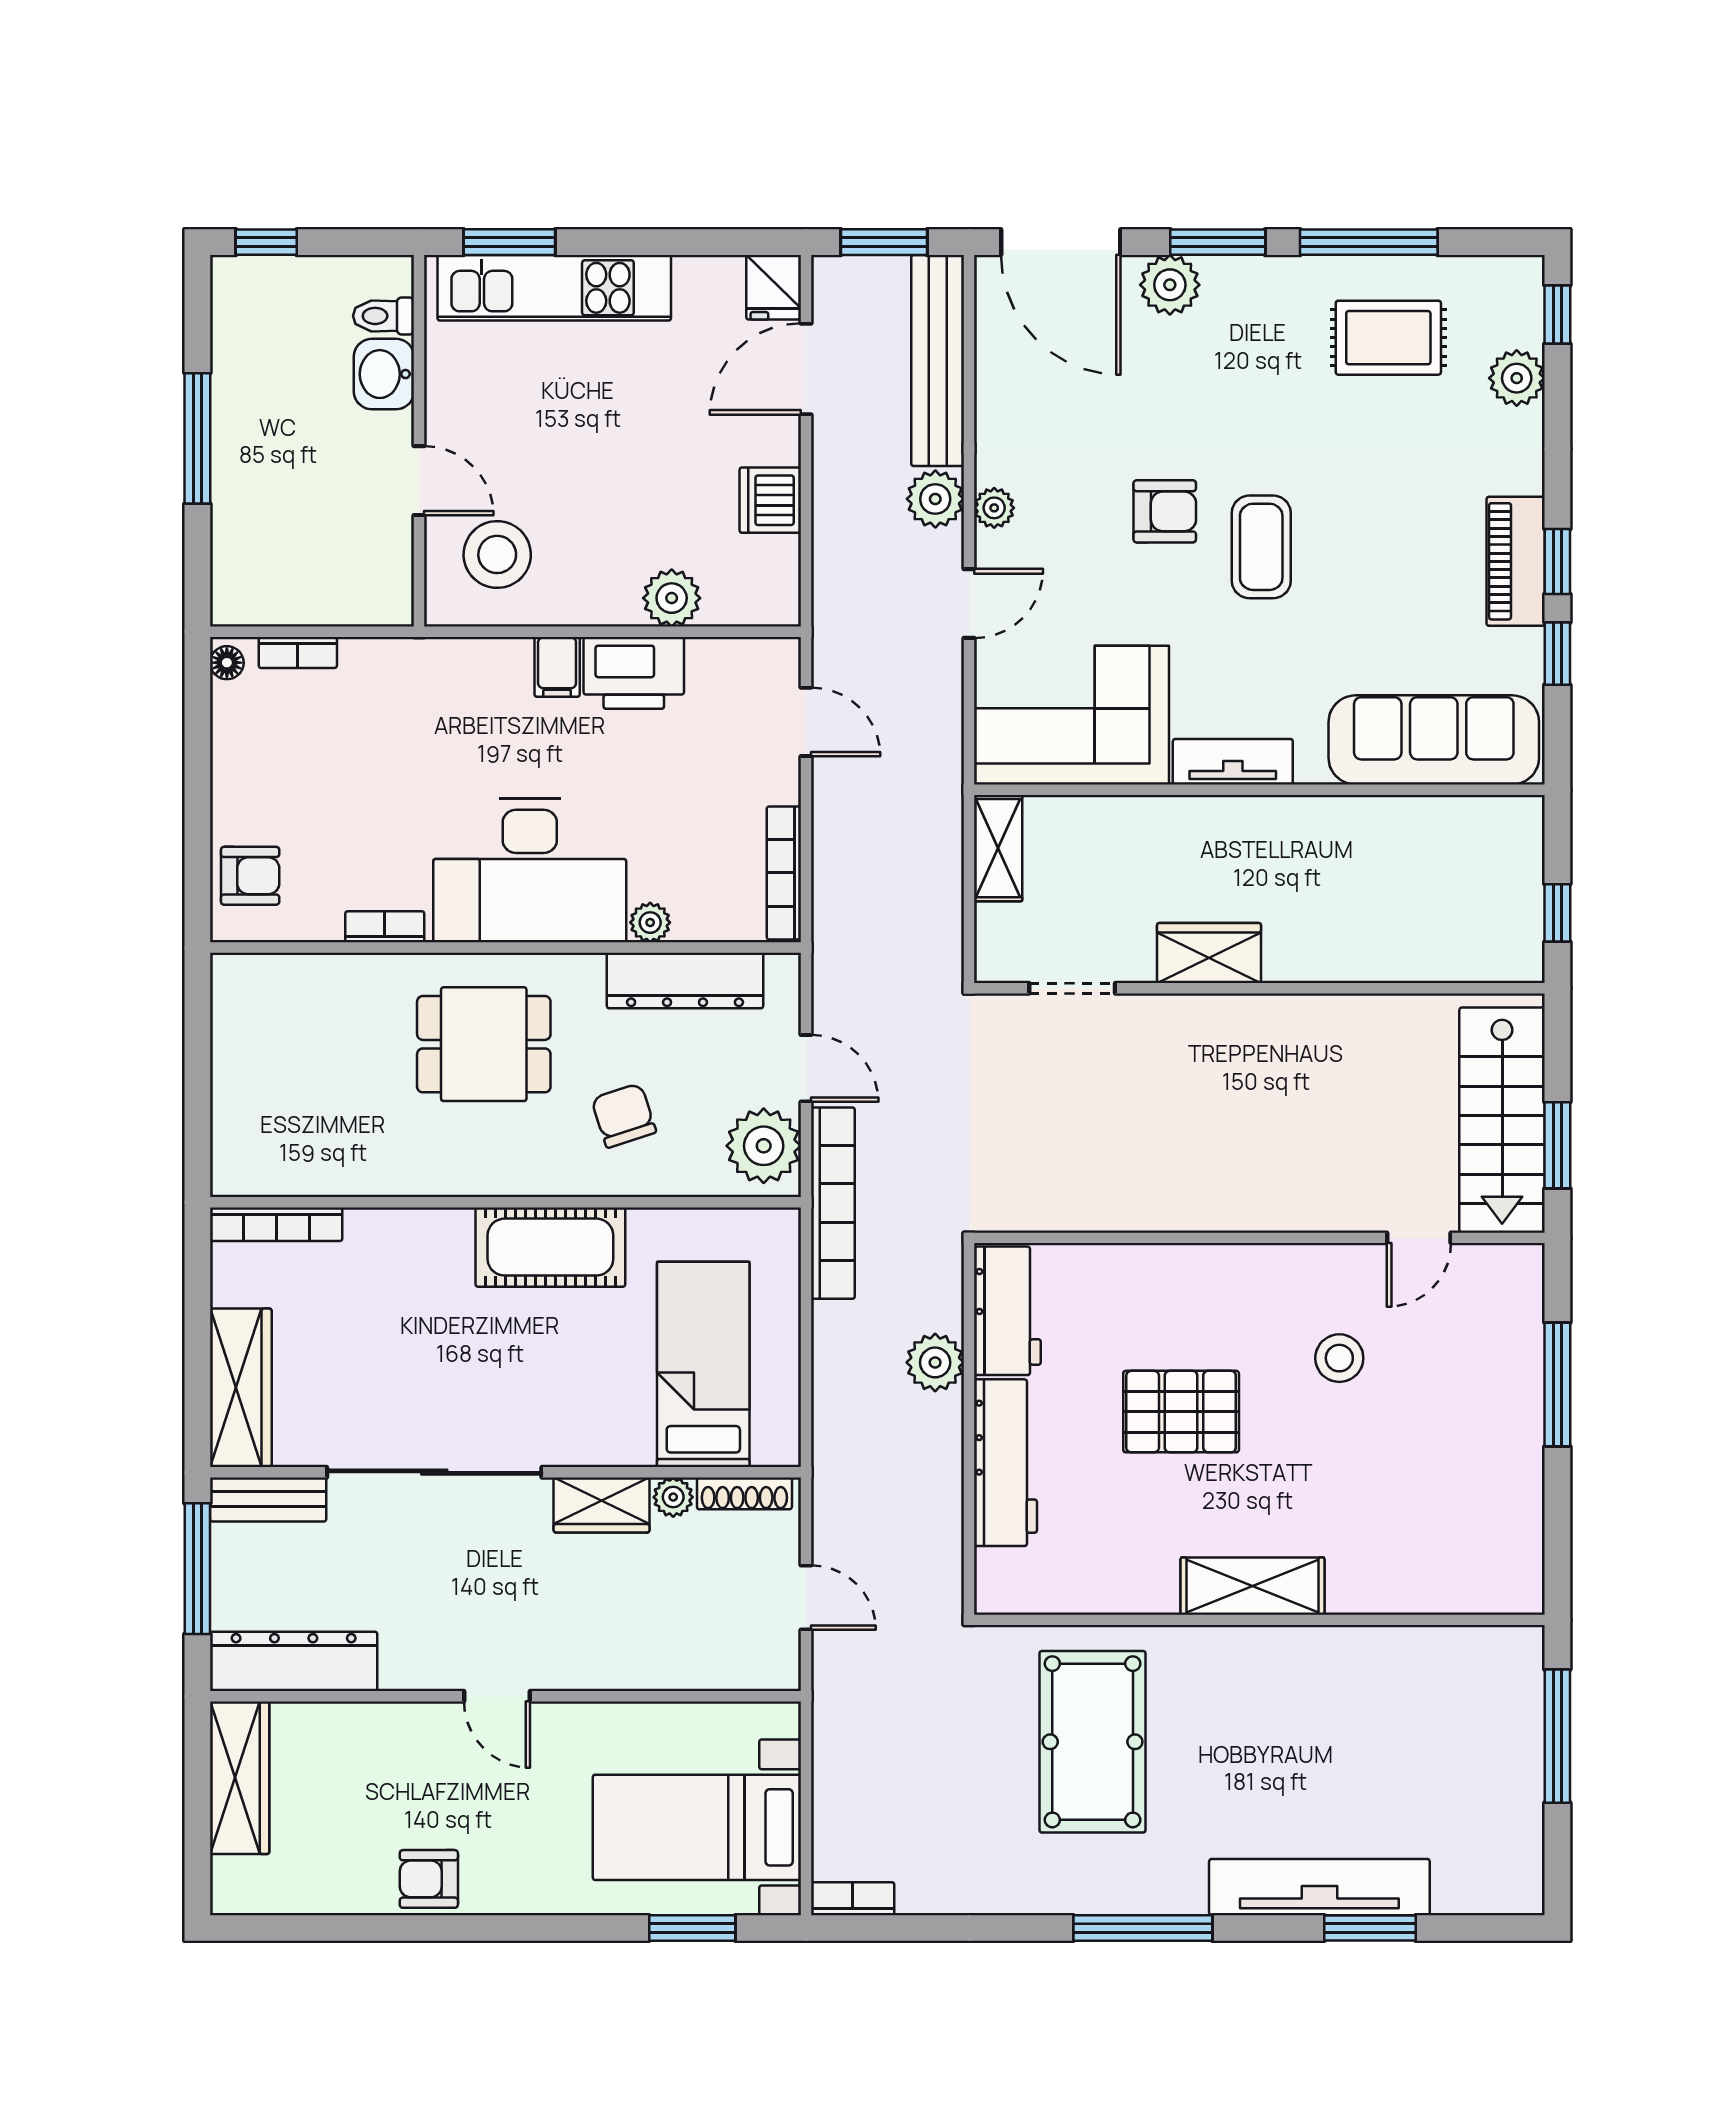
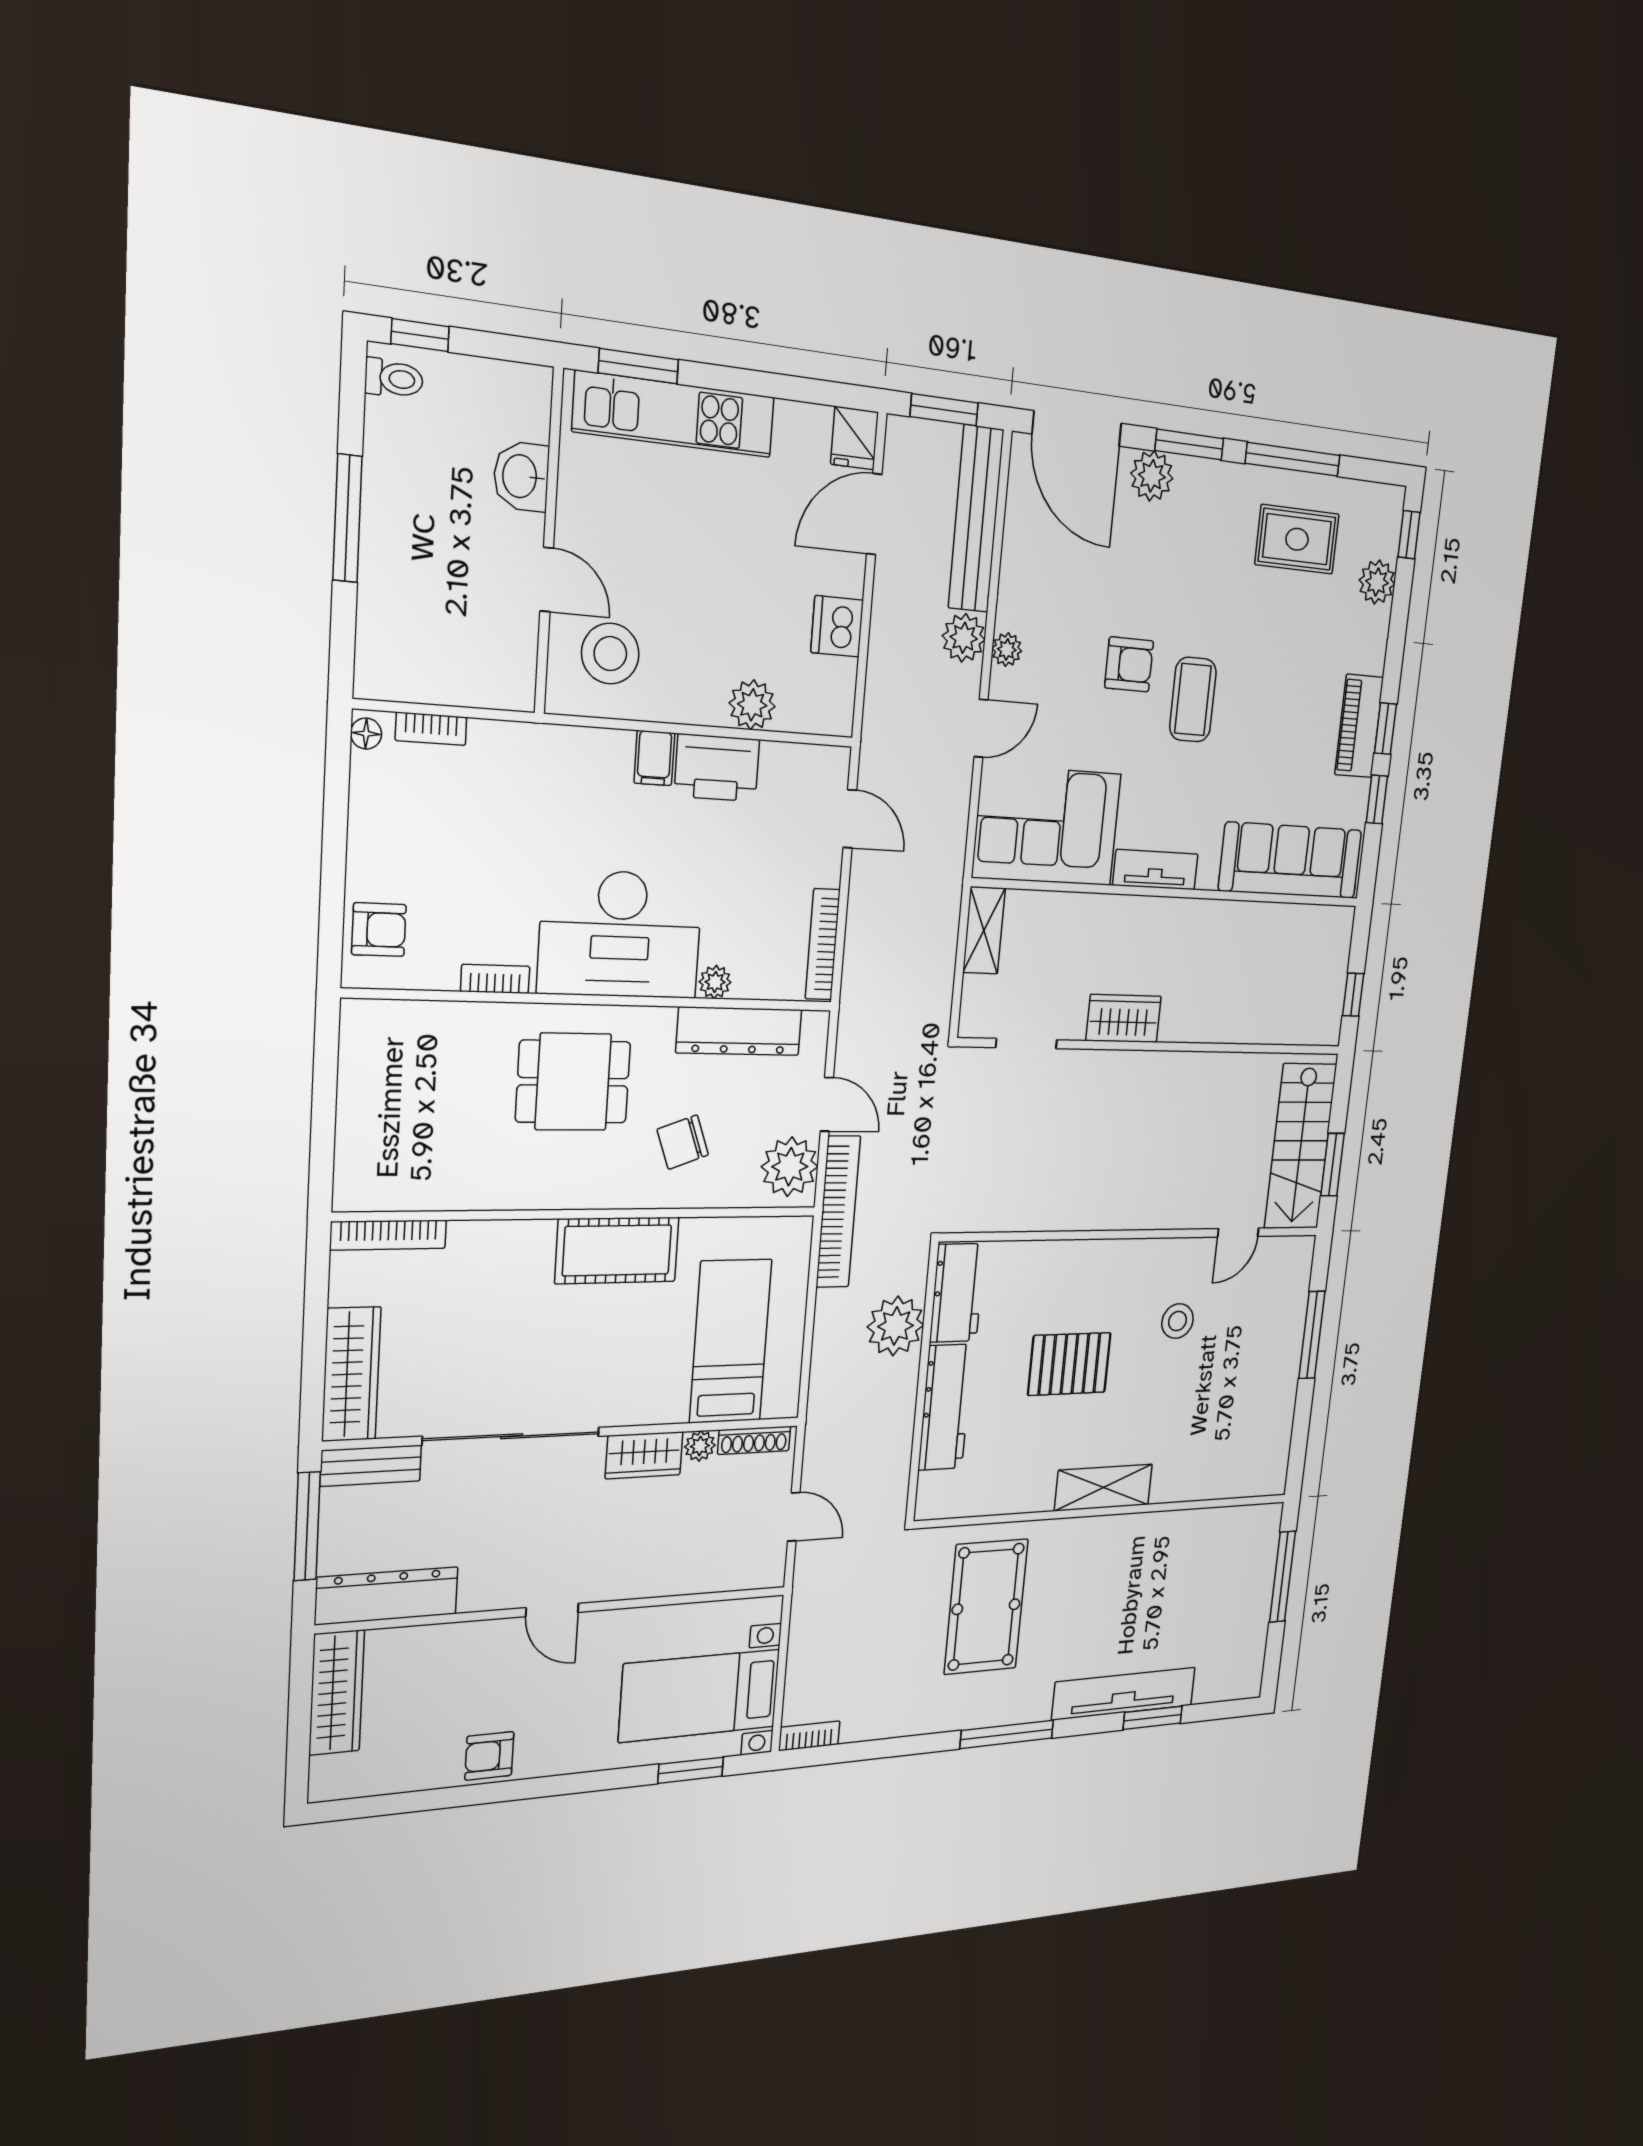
toilet: (384, 316) -> (394, 378), moved, turned 180
chair: (624, 1116) -> (683, 1142), turned -92
plant: (935, 1362) -> (896, 1326), width x1.36, depth x1.36

